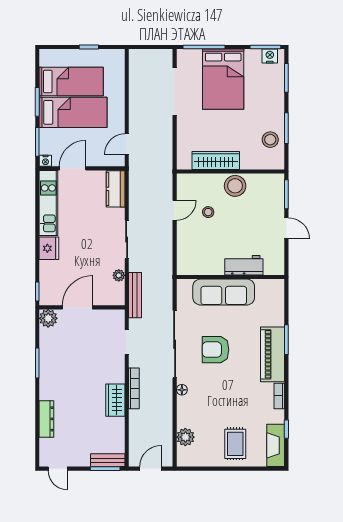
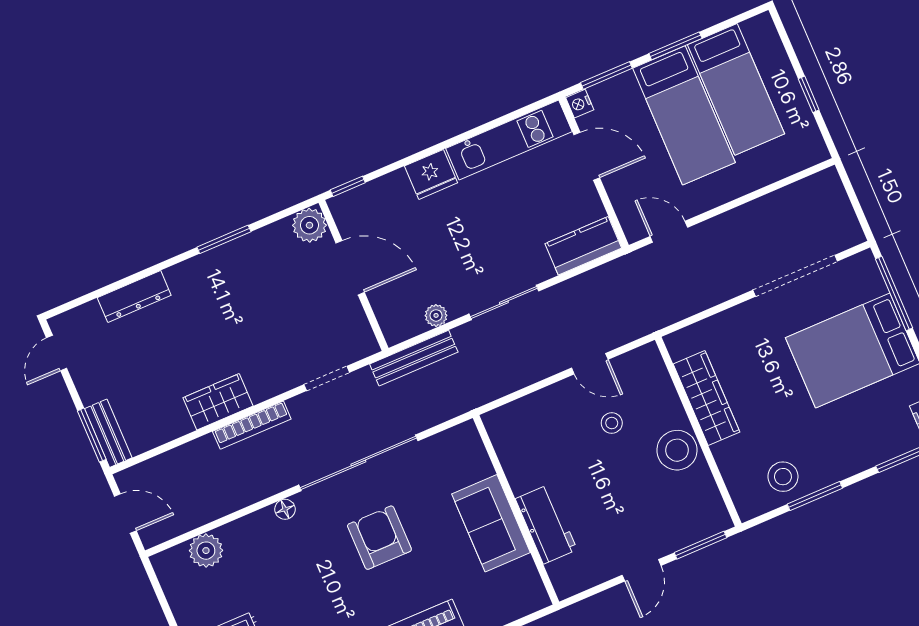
sofa: (224, 292) -> (491, 523), width x0.73

